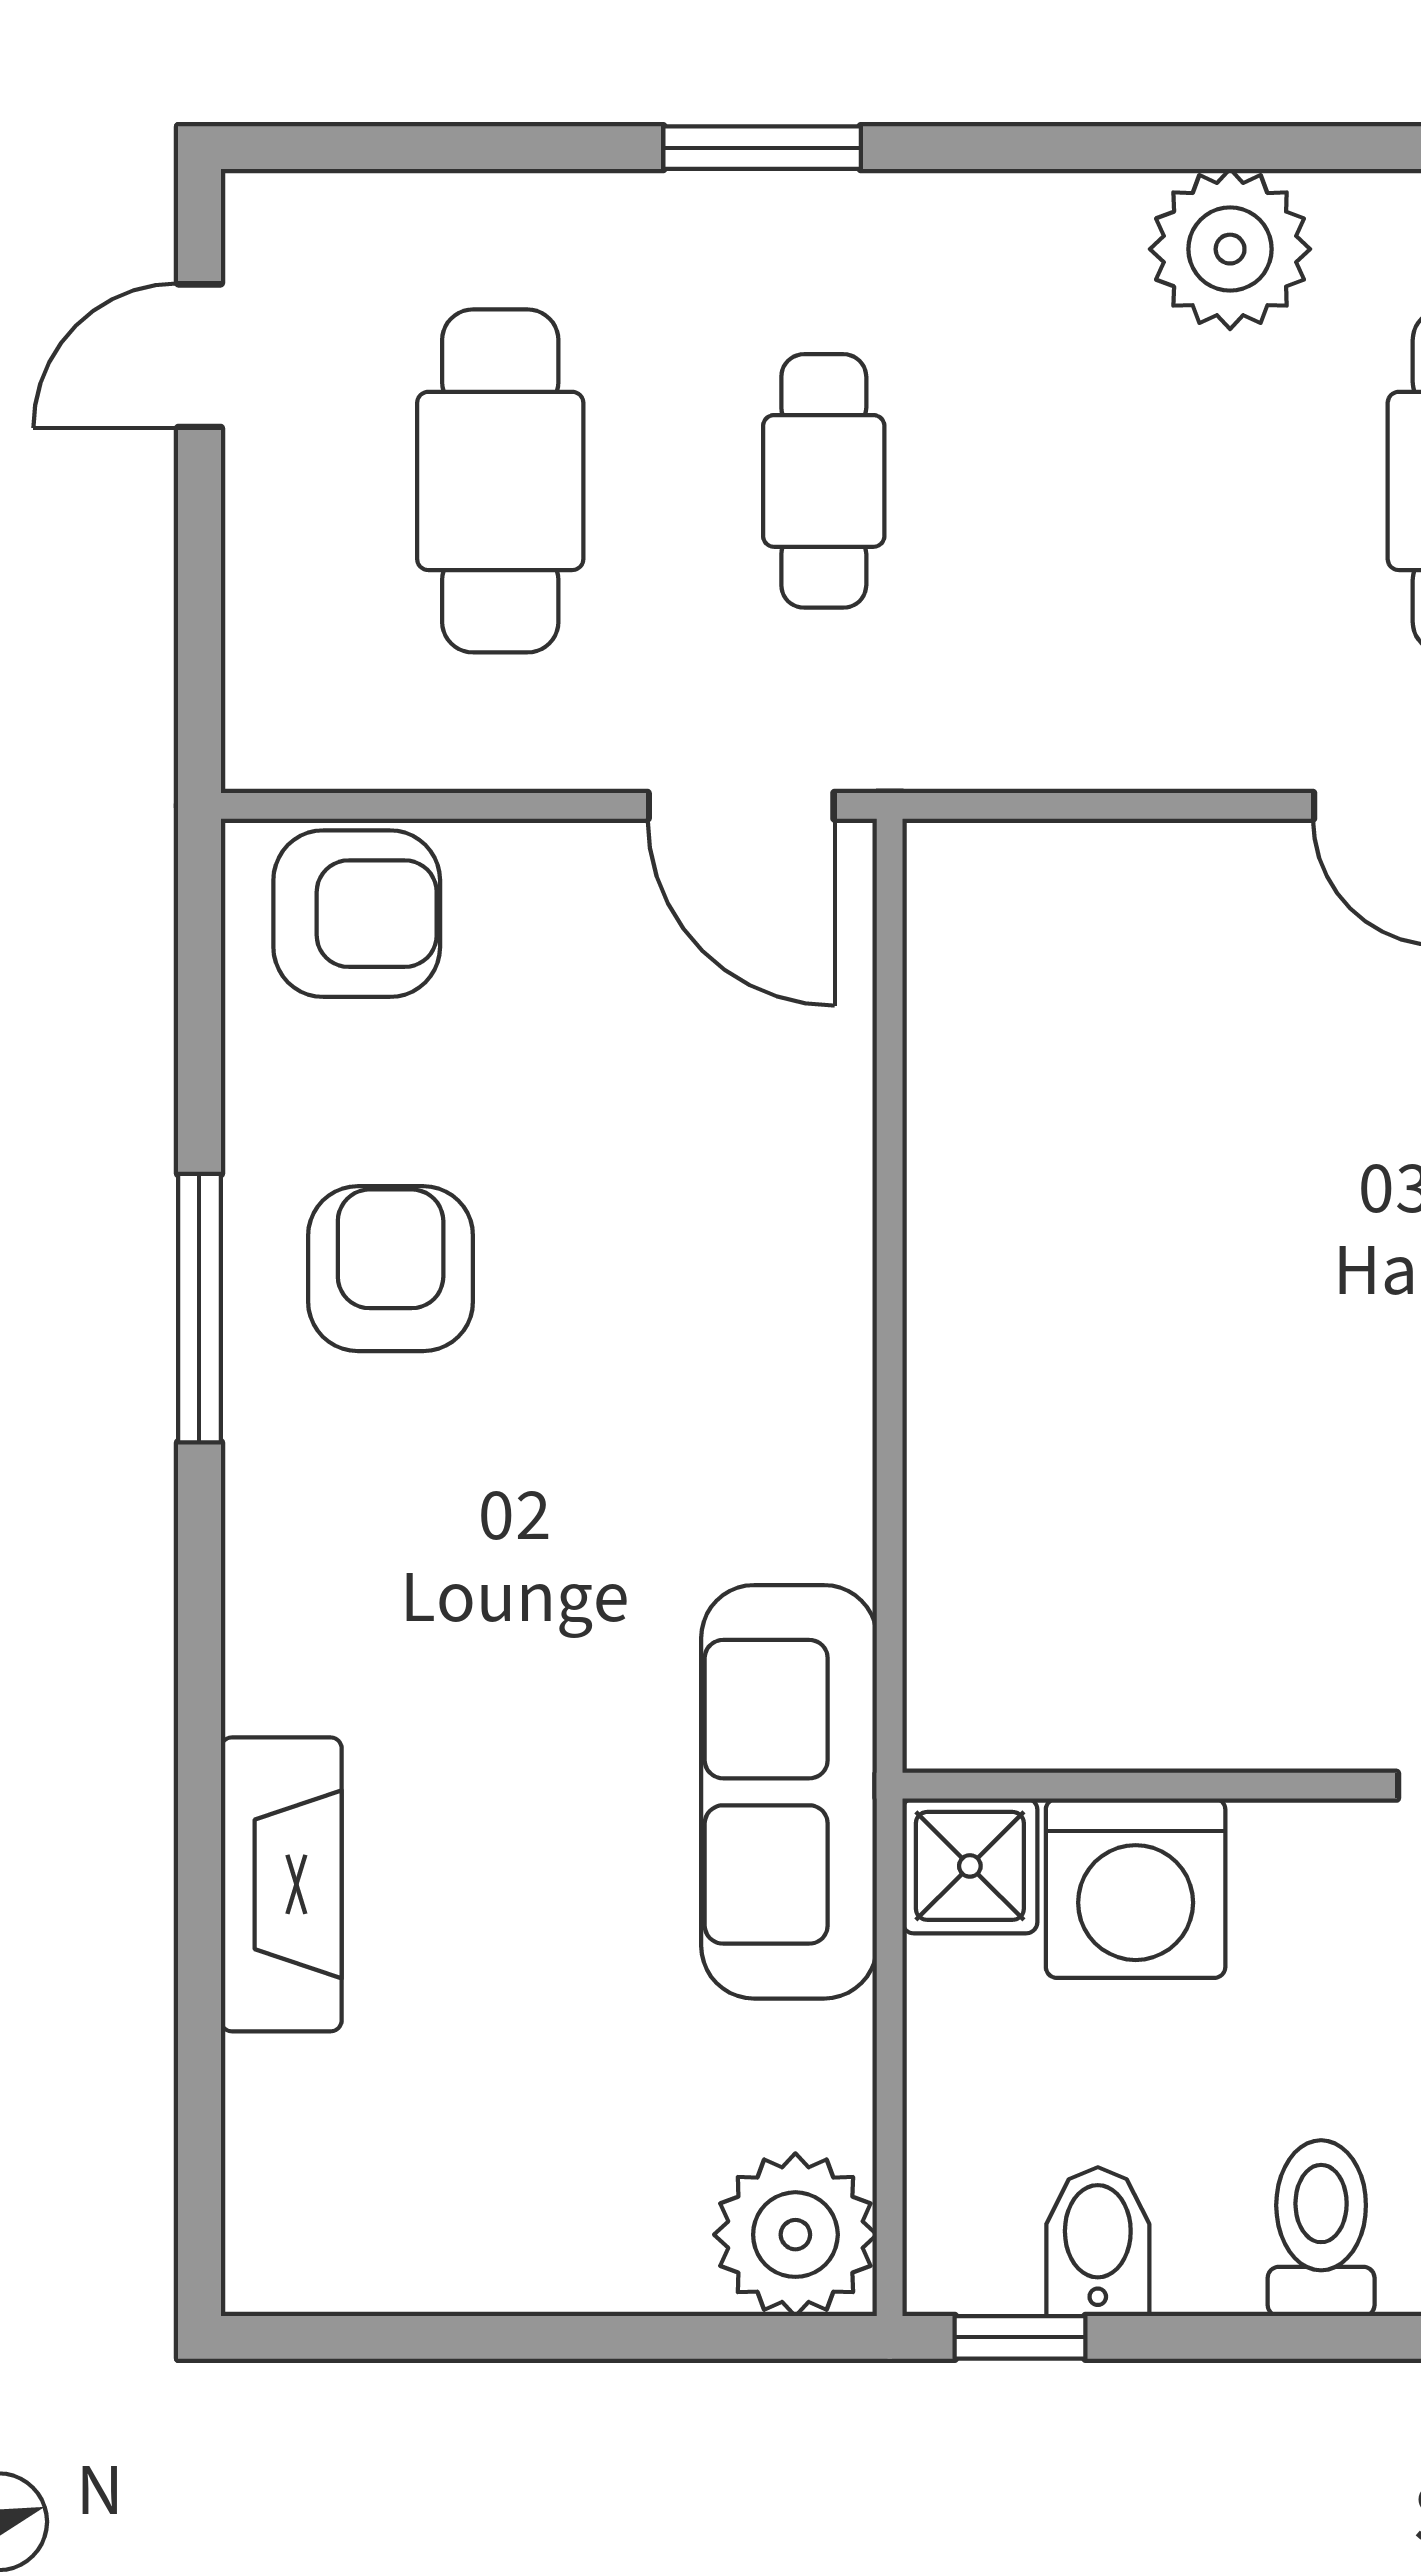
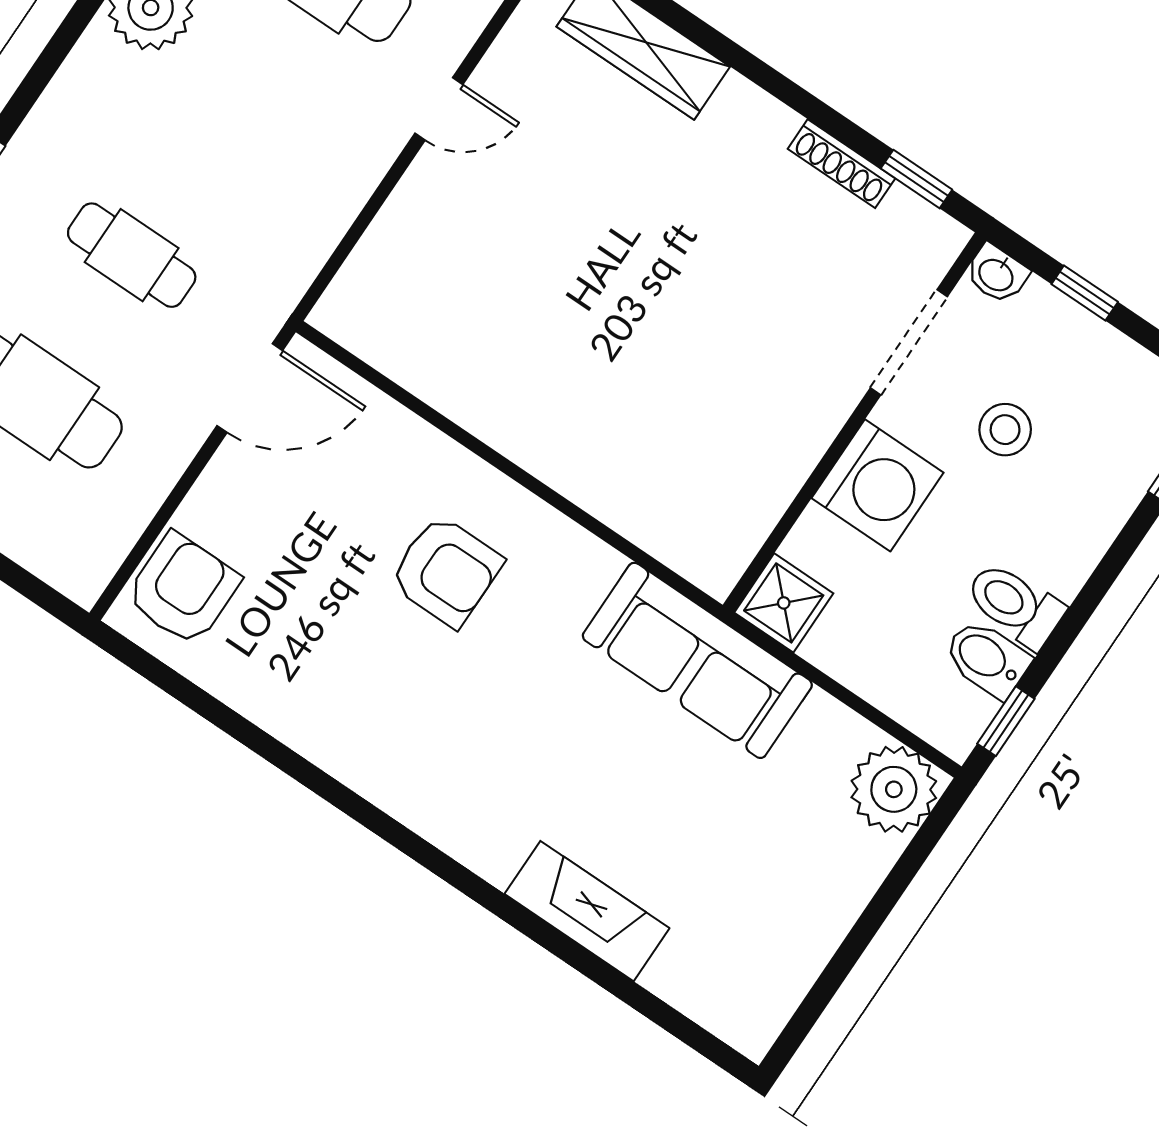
armchair: (391, 1269) -> (446, 571), moved, turned 180
window: (199, 1308) -> (309, 776), removed
washing machine: (1136, 1888) -> (878, 485), moved
toilet: (1321, 2228) -> (1015, 605), moved

